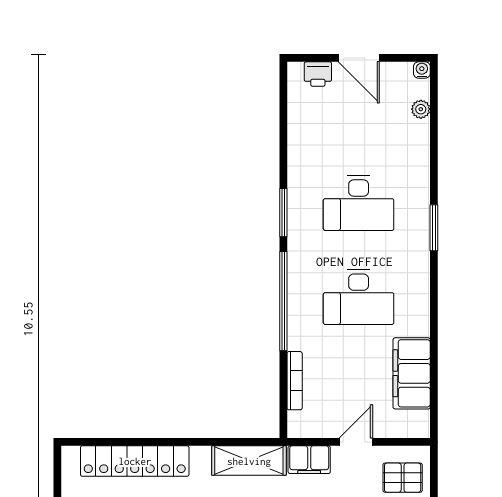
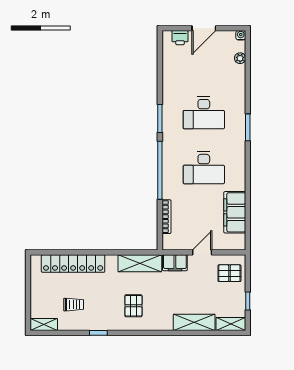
door: (359, 58) -> (204, 28), hinge flipped

